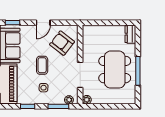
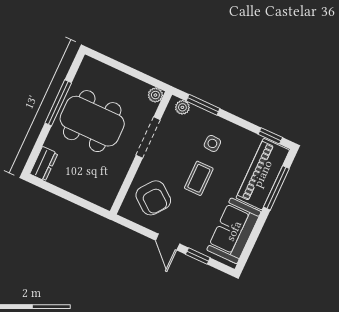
window: (12, 23) -> (198, 256), moved
door: (43, 23) -> (168, 242), swing flipped
dining table: (115, 70) -> (92, 121), turned 90
window: (28, 106) -> (270, 136), moved

